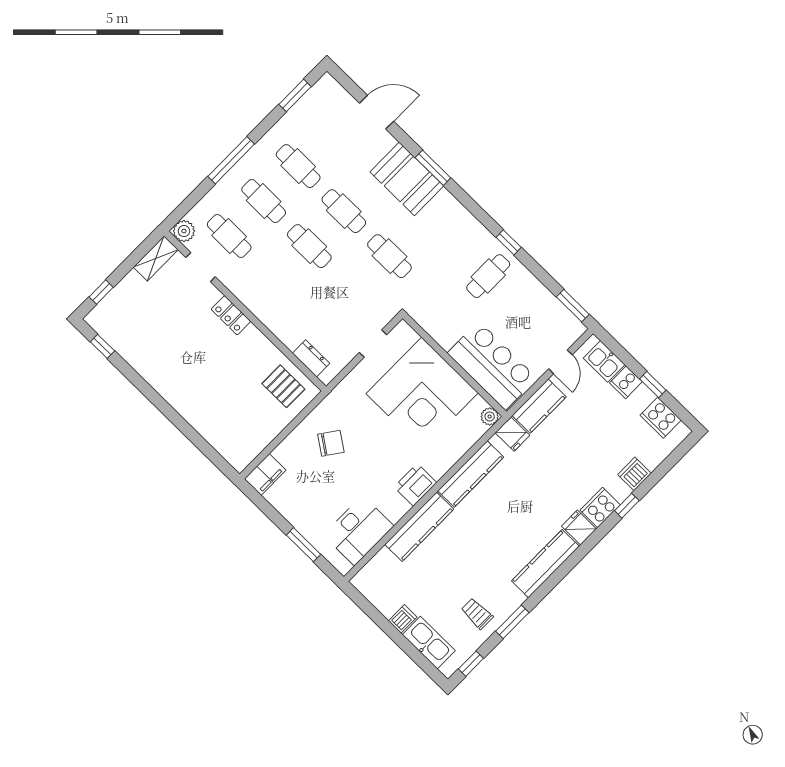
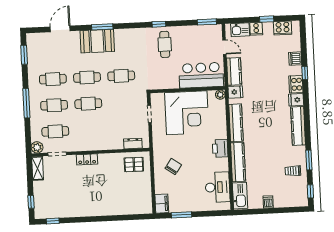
window: (304, 545) -> (182, 215), moved
kitchen sink: (429, 643) -> (240, 196), moved, turned 90

